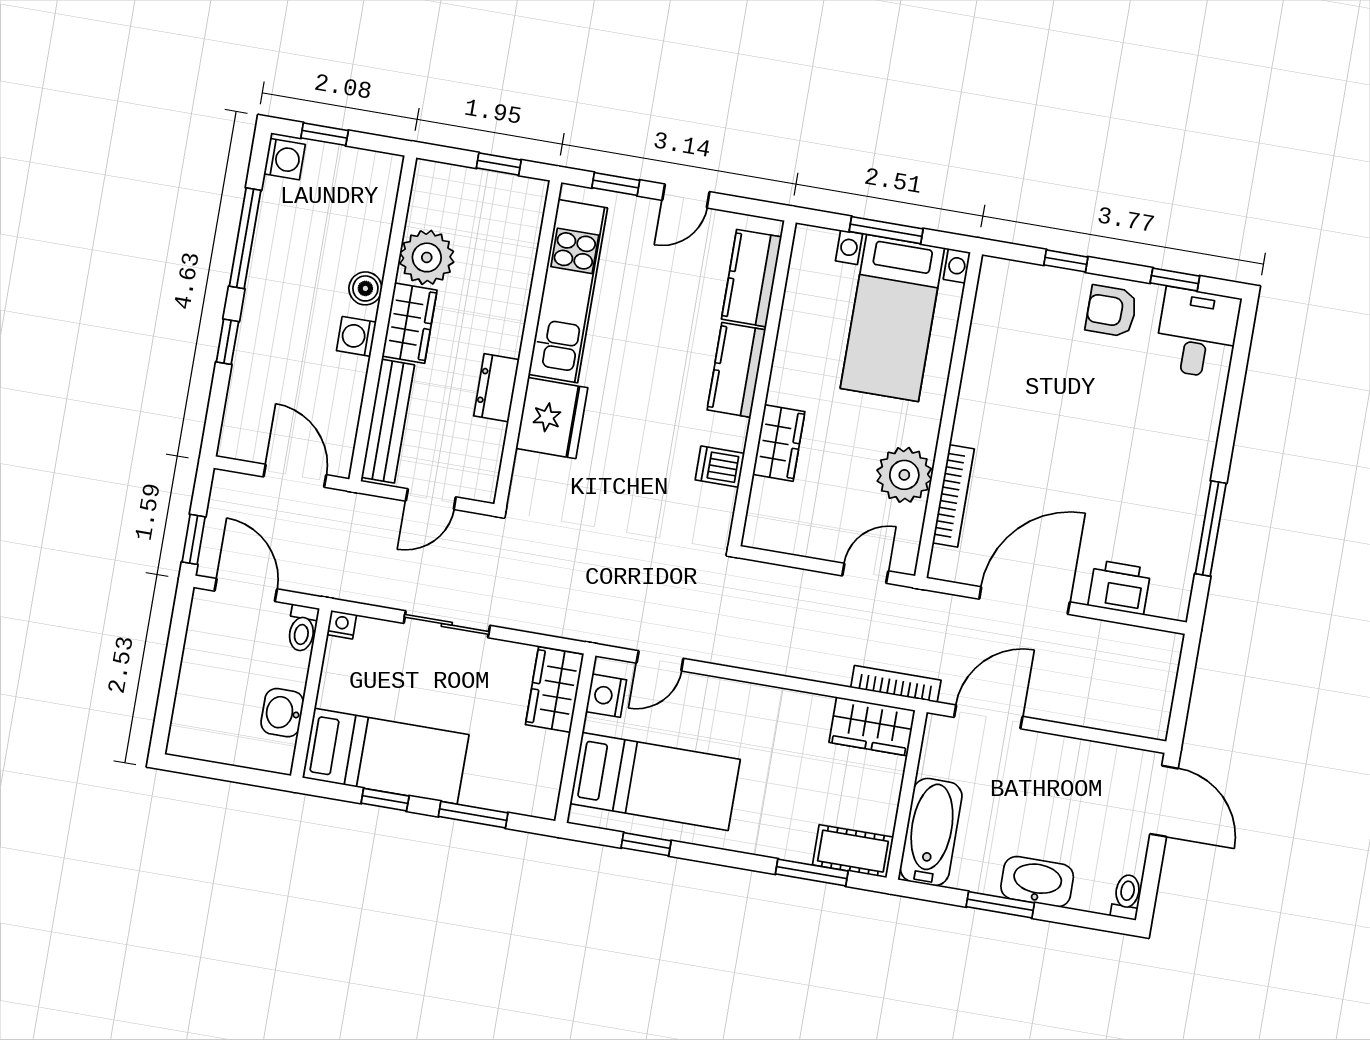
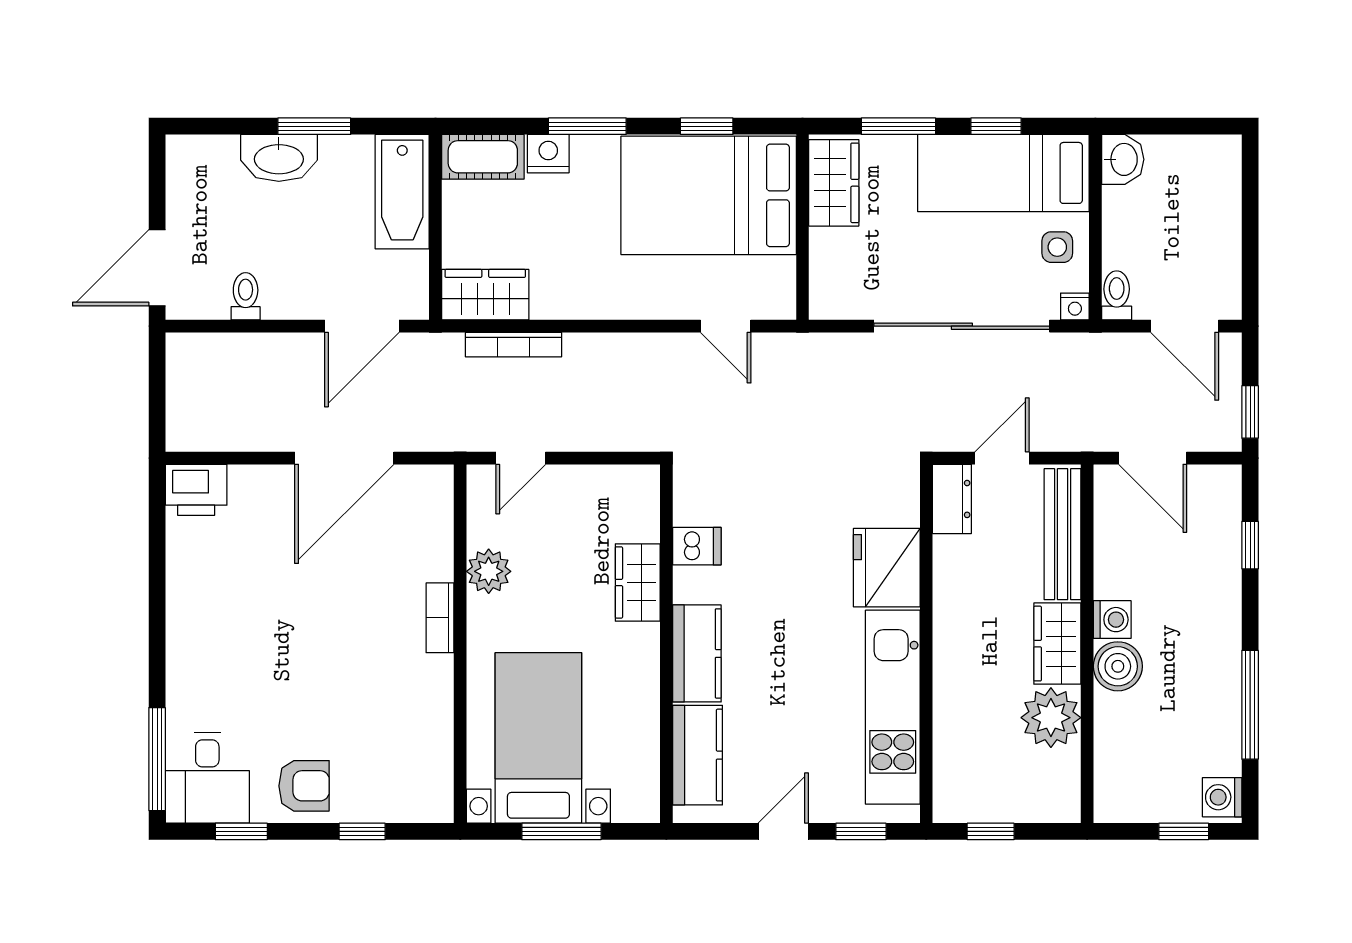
boiler: (365, 288) -> (1118, 666), width x1.36, depth x1.36
window: (227, 342) -> (1250, 545), moved
dresser: (496, 388) -> (952, 499), moved
plant: (904, 475) -> (489, 571), width x0.73, depth x0.73
bookcase: (953, 496) -> (440, 618), moved, width x0.64
window: (1211, 529) -> (157, 759), moved
window: (194, 539) -> (1250, 412), moved
printer: (1119, 587) -> (196, 490), moved
sliding door: (447, 624) -> (962, 326), width x1.86
door: (660, 661) -> (726, 326), swing flipped
side table: (348, 681) -> (1057, 247), added
bookcase: (896, 684) -> (514, 345), moved
wardrobe: (555, 689) -> (834, 183), moved
nightstand: (606, 696) -> (548, 154), moved, turned -90
washbasin: (282, 713) -> (1123, 159), moved
bed: (655, 781) -> (709, 195), width x1.50
door: (1164, 801) -> (157, 268), hinge flipped
window: (812, 873) -> (587, 126), moved
toilet: (1127, 897) -> (246, 296), moved, turned 180

